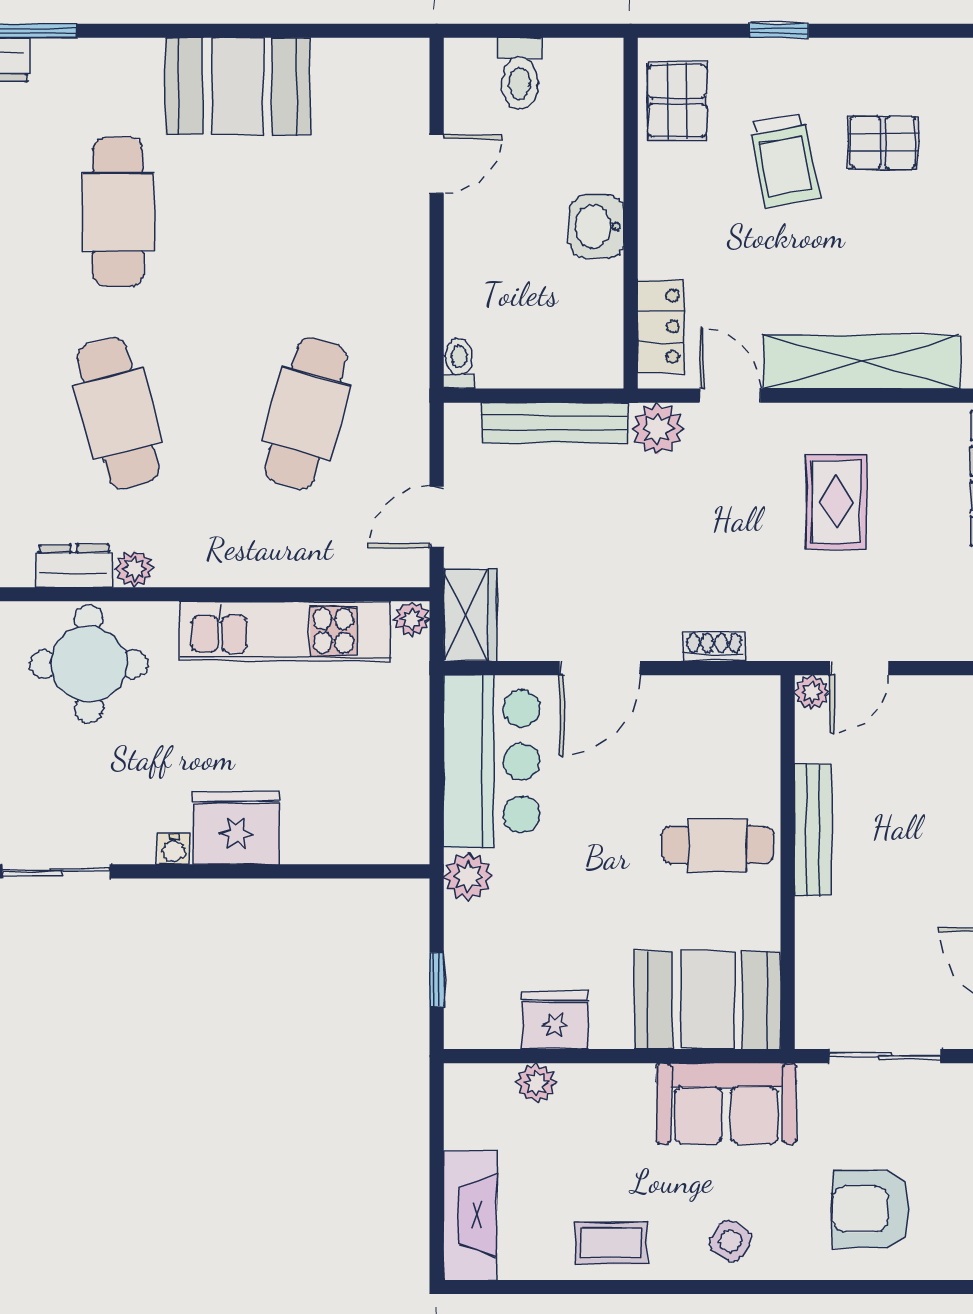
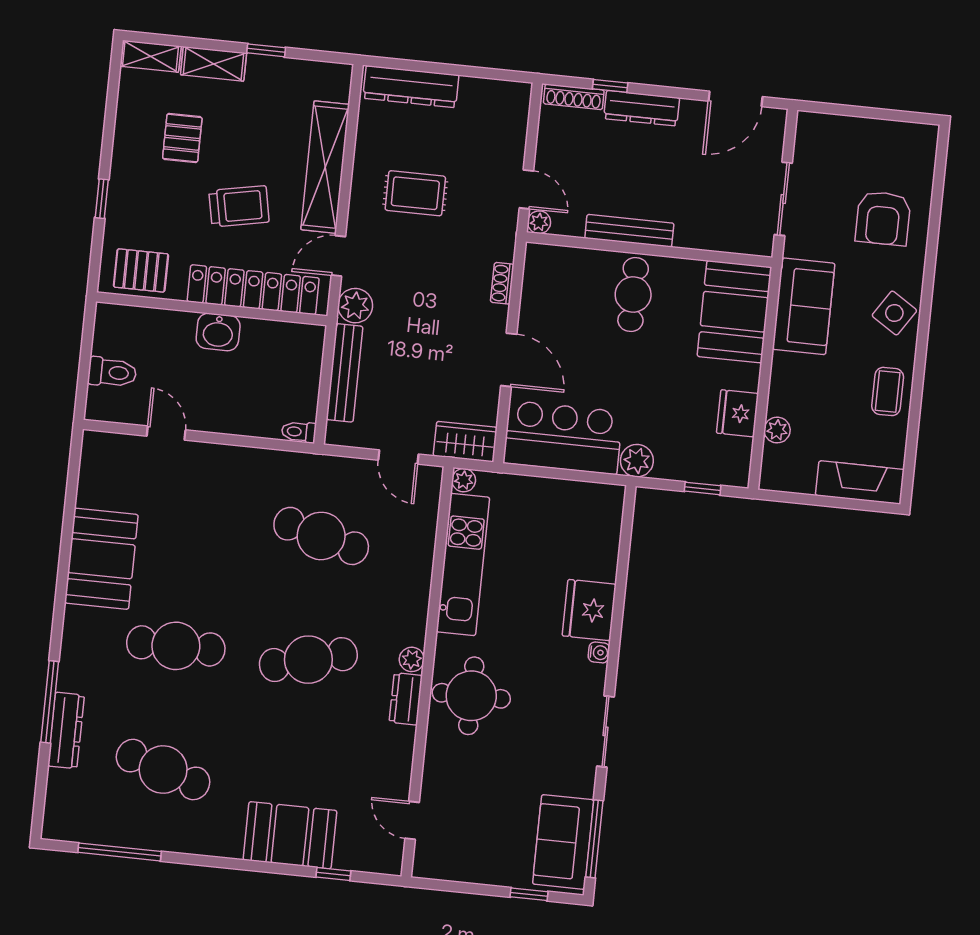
trolley: (785, 160) -> (239, 206), moved
locker: (661, 326) -> (253, 290), width x2.16, depth x1.21
side table: (730, 1241) -> (894, 313), width x1.37, depth x1.37

